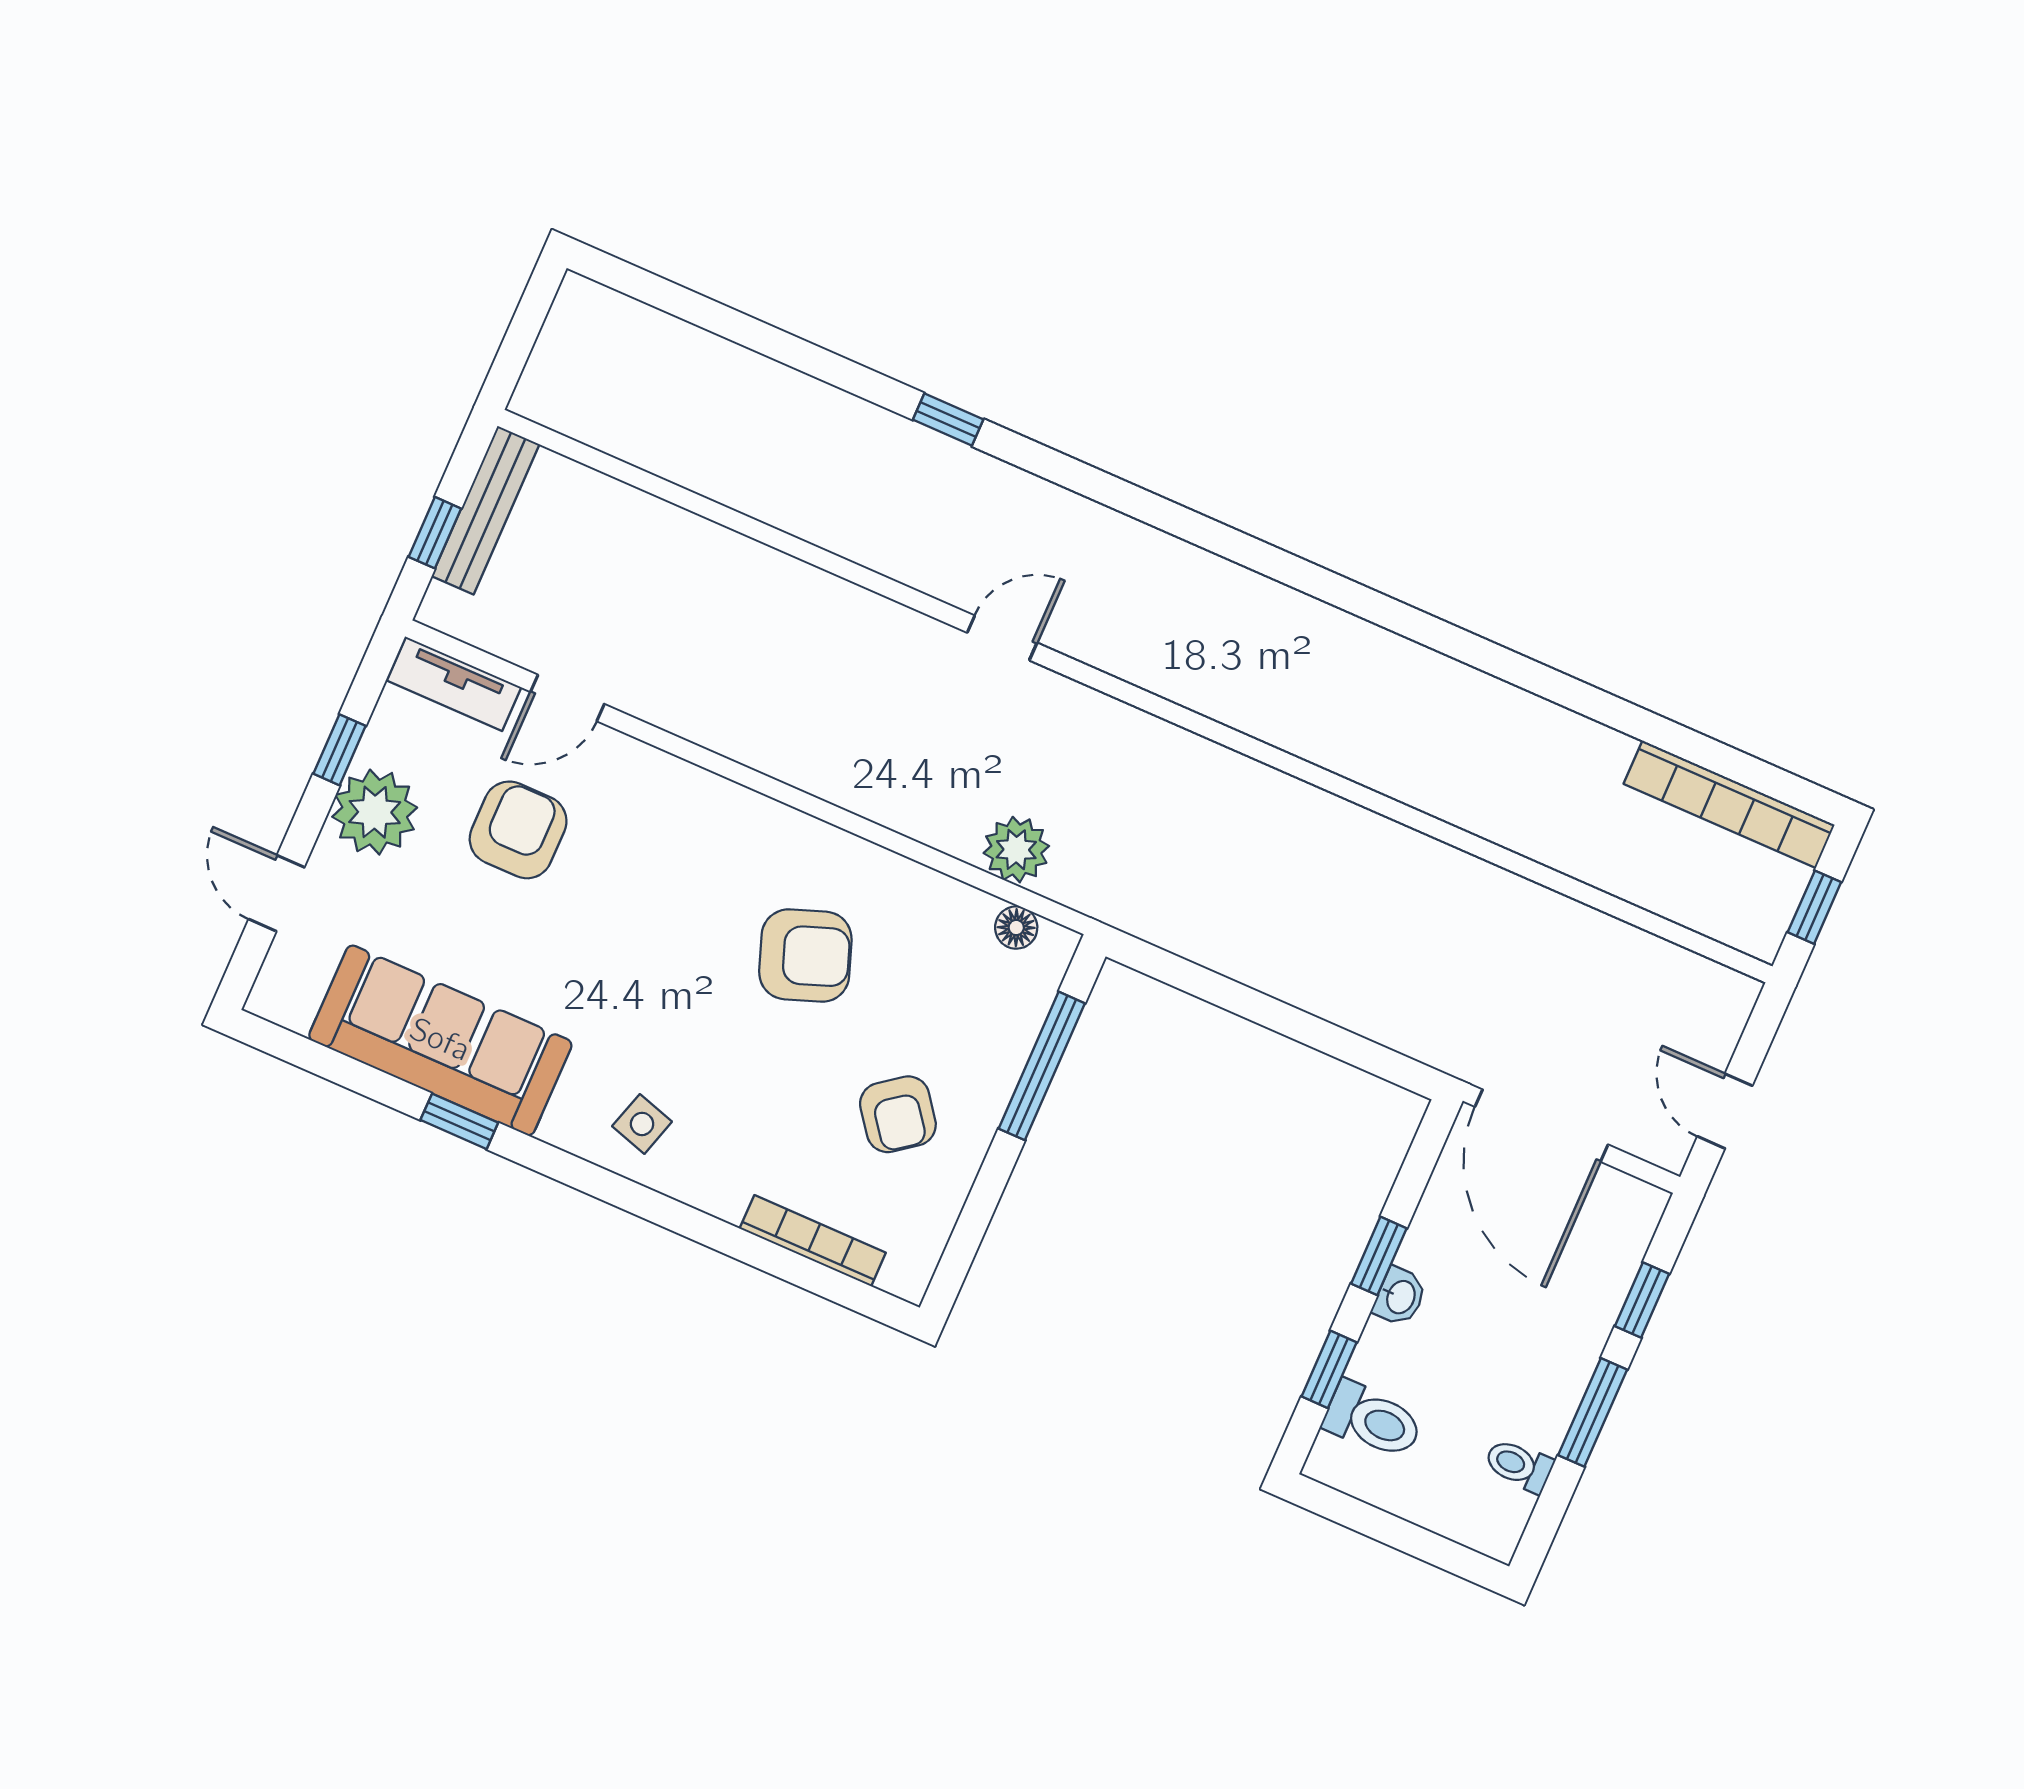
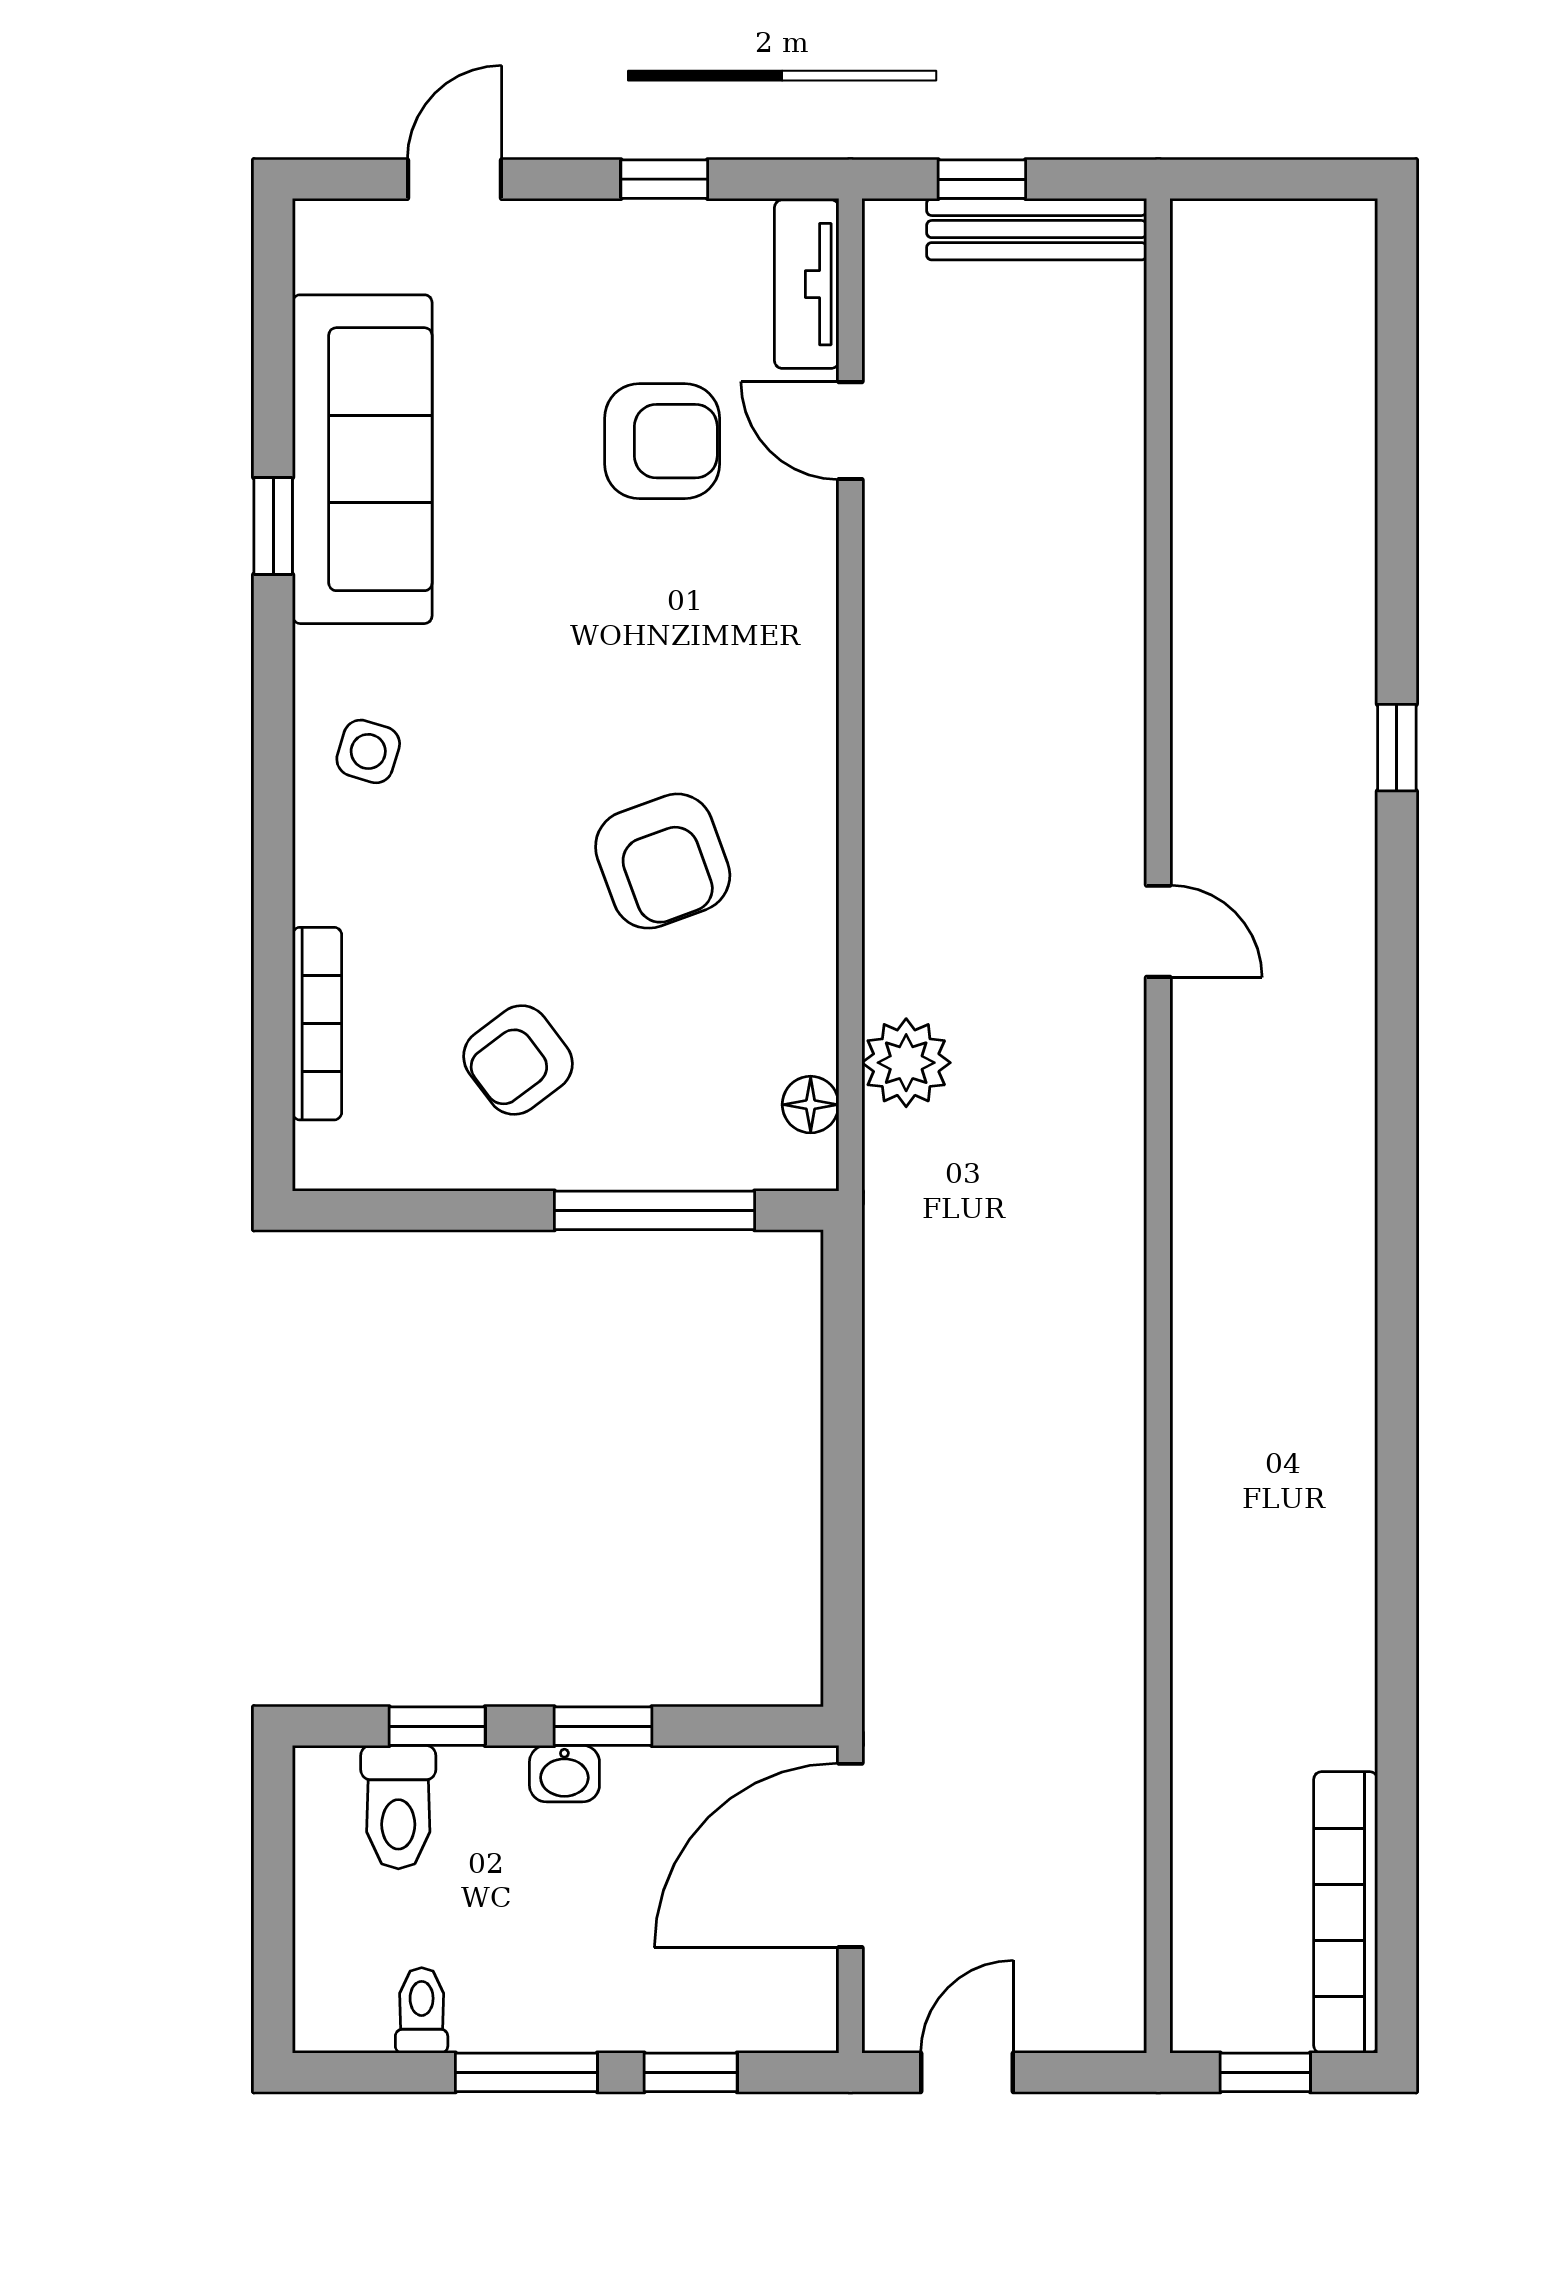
plant: (375, 812) -> (607, 256), removed

